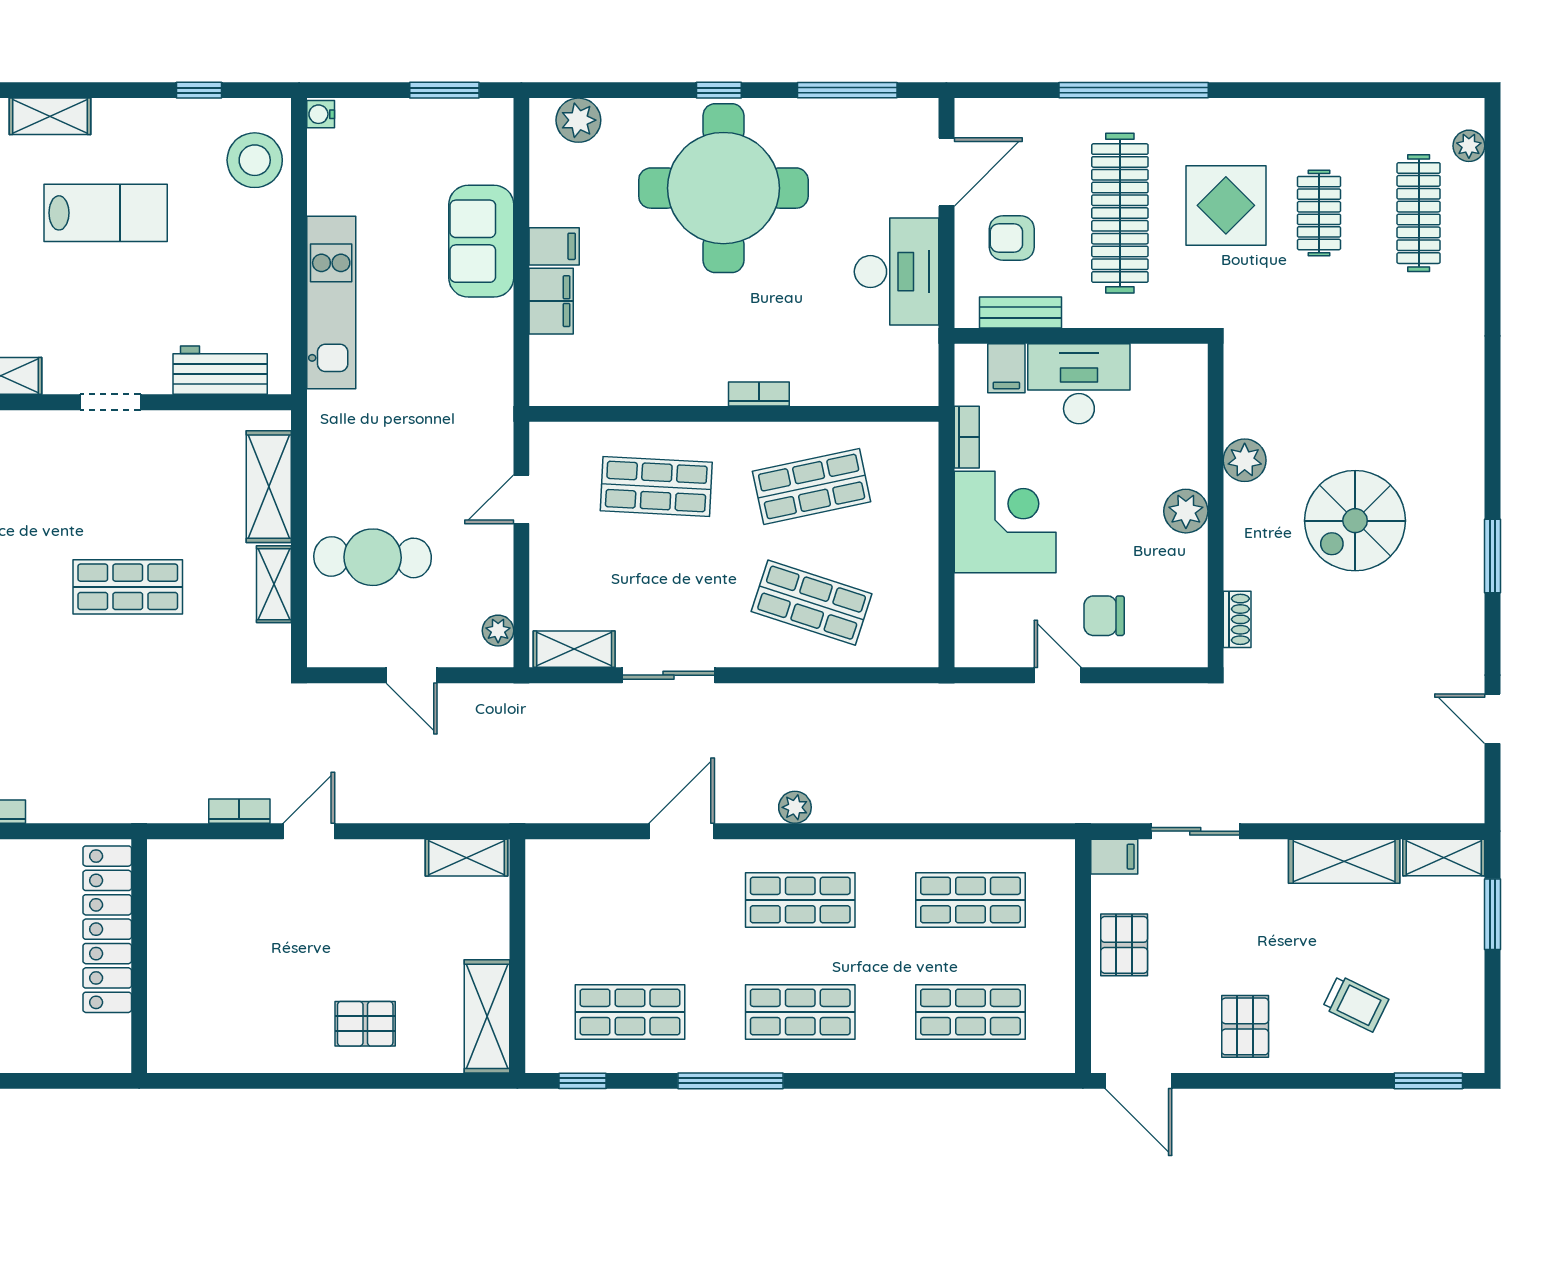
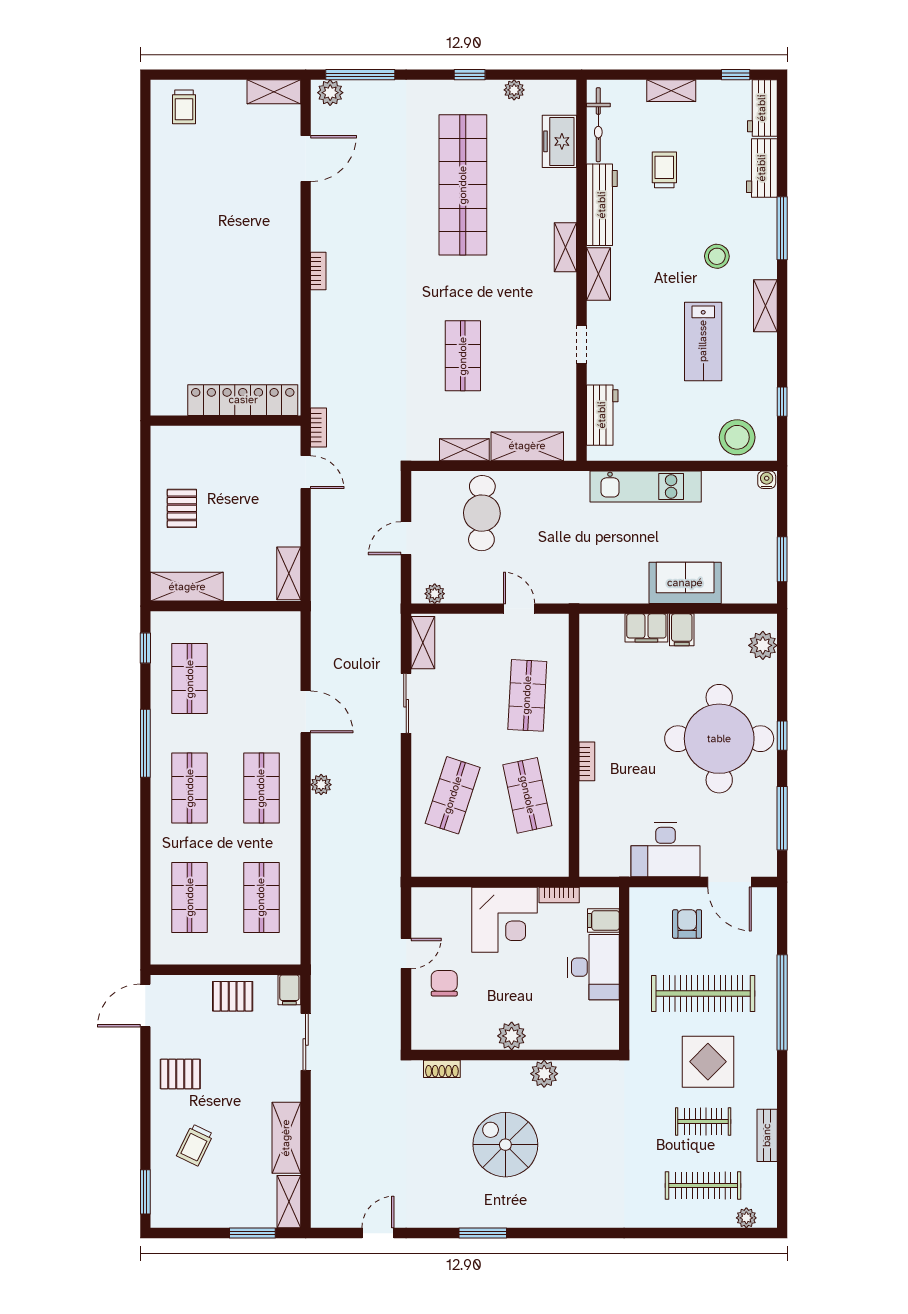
bench: (1021, 313) -> (767, 1135), moved
locker: (107, 929) -> (243, 400), moved
wall: (139, 956) -> (225, 421), moved

